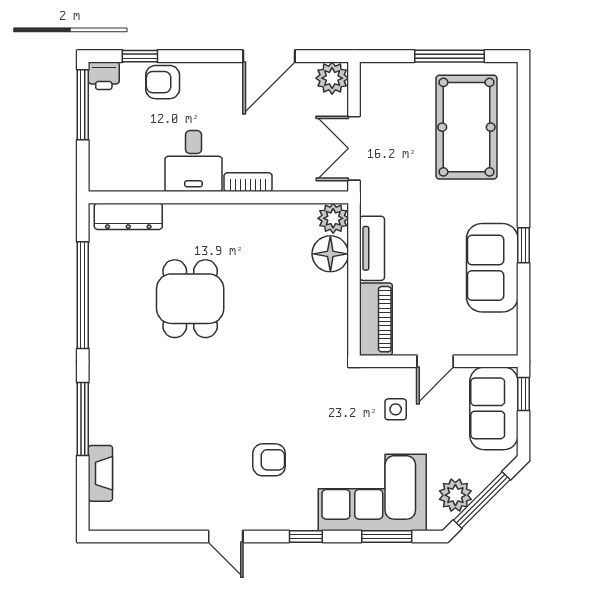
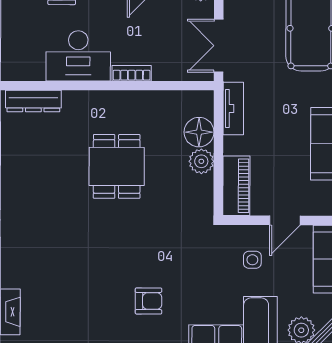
desk: (193, 161) -> (78, 56), width x1.37
plant: (333, 218) -> (201, 161), moved
tv unit: (372, 248) -> (233, 109), moved
dining table: (190, 299) -> (117, 166), moved

